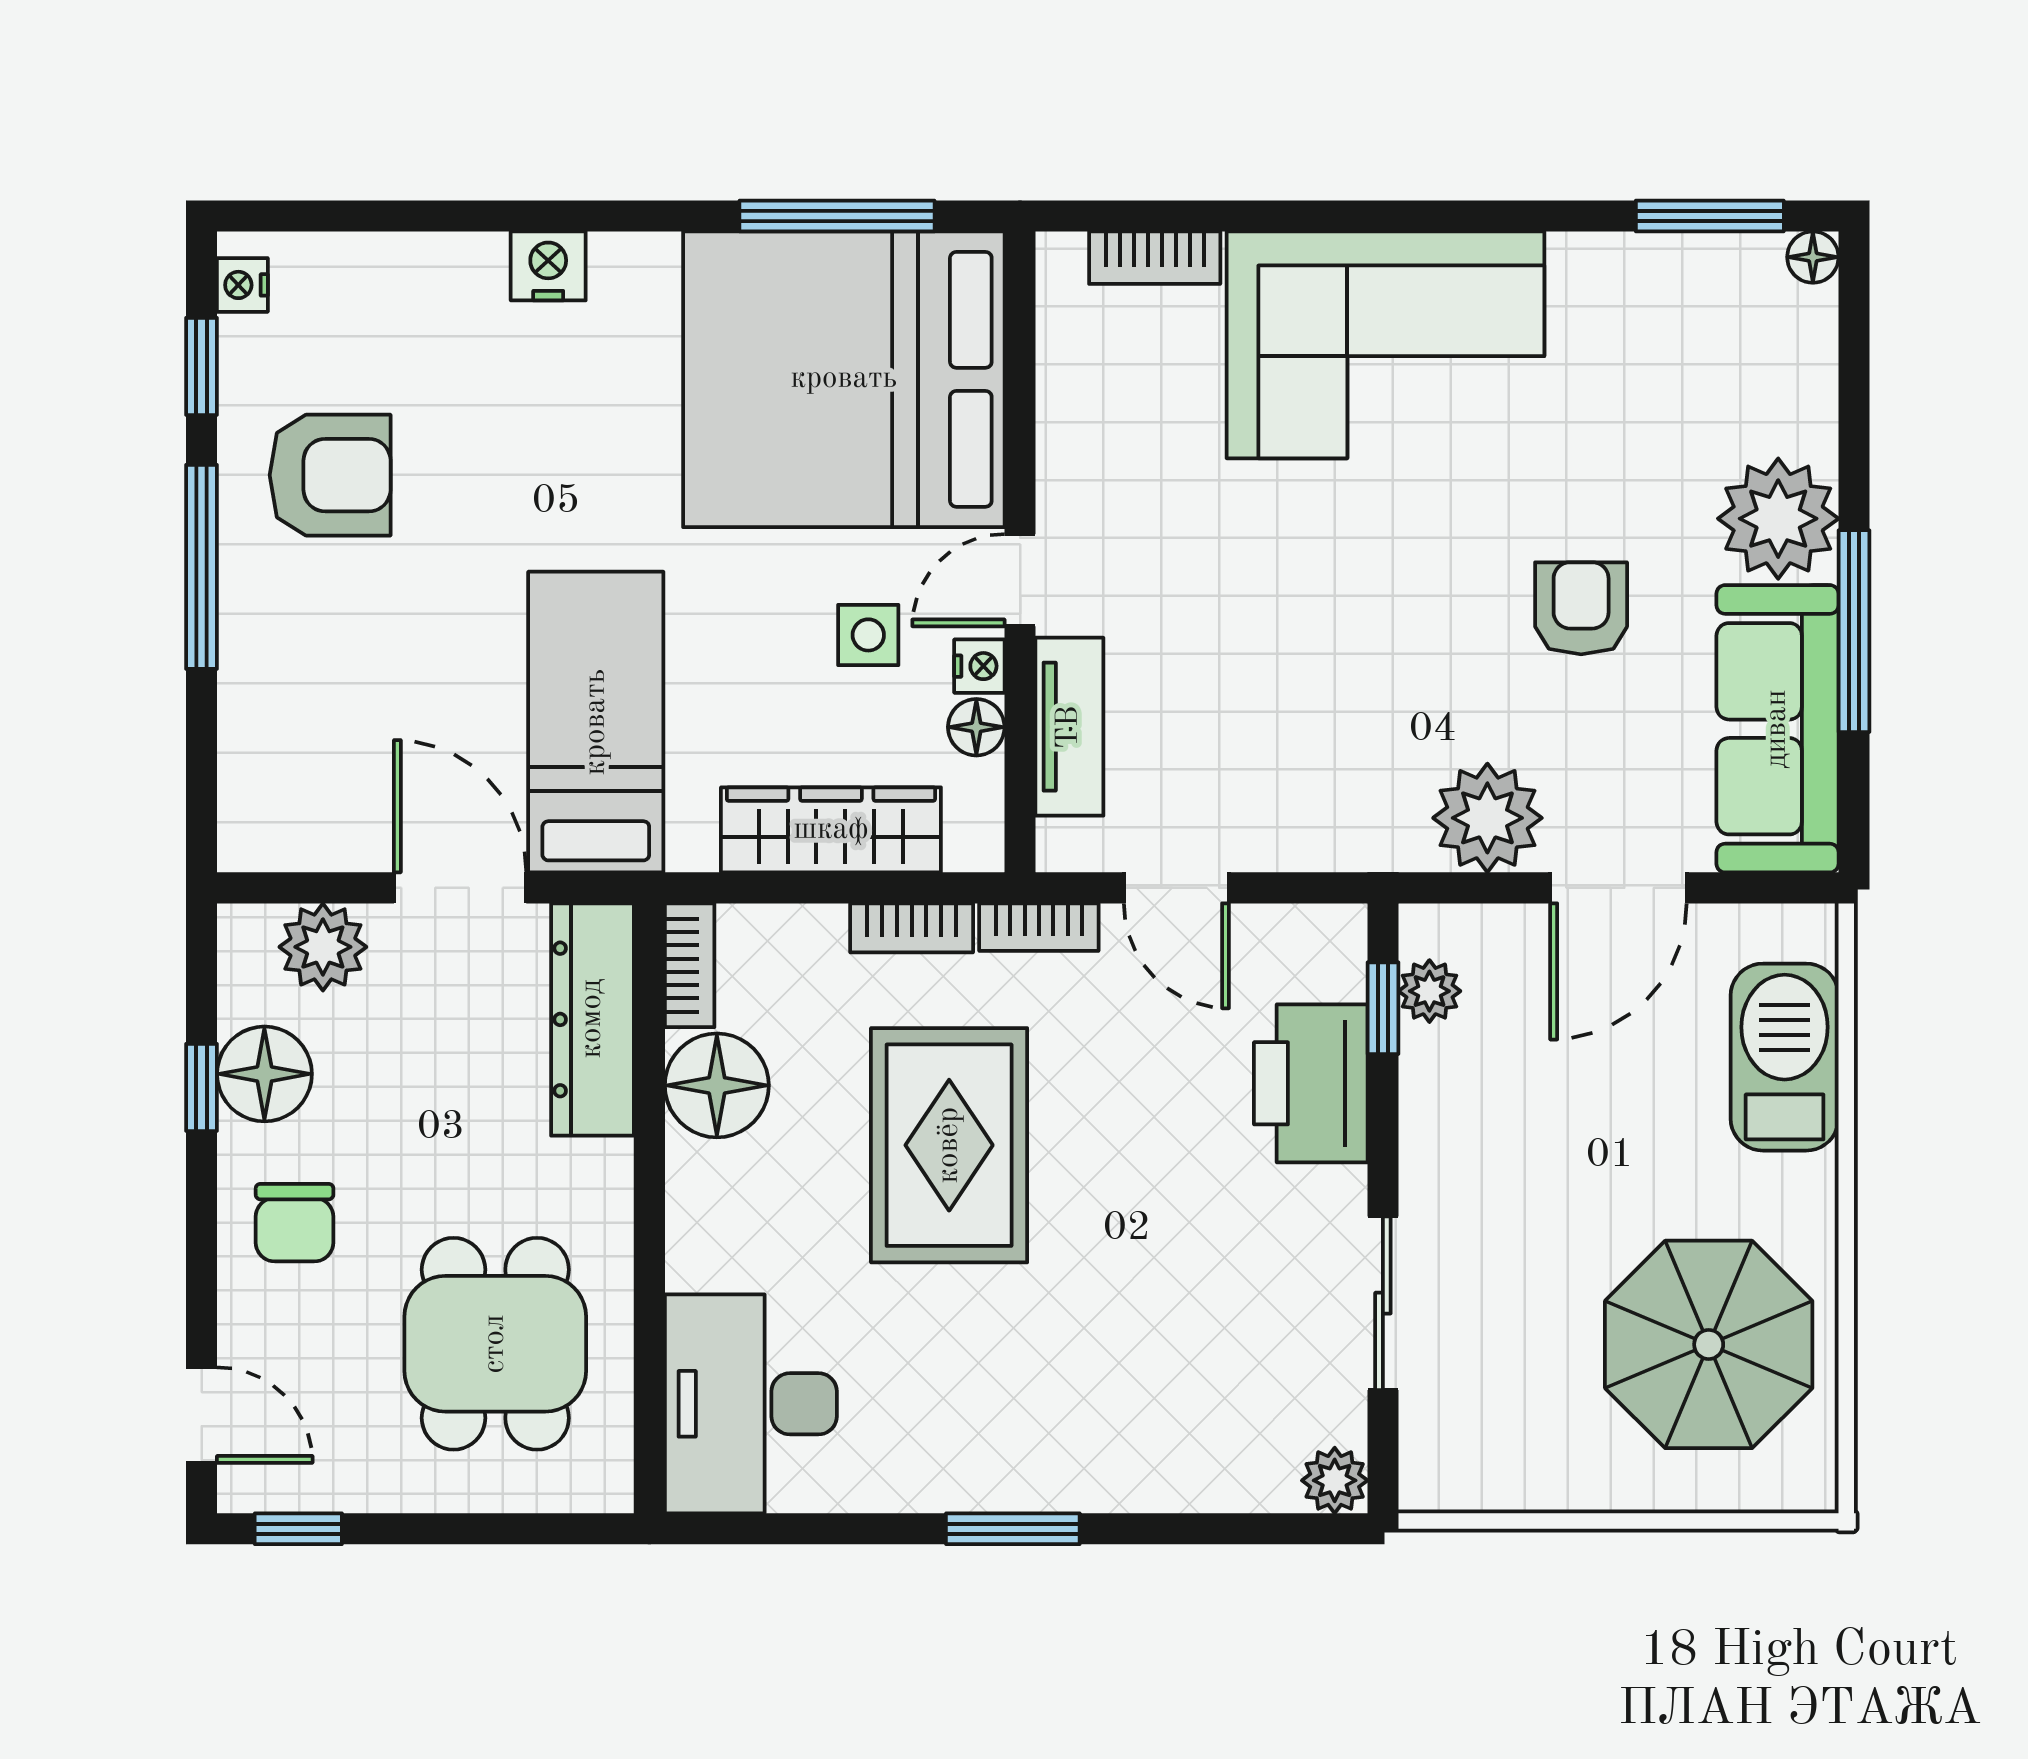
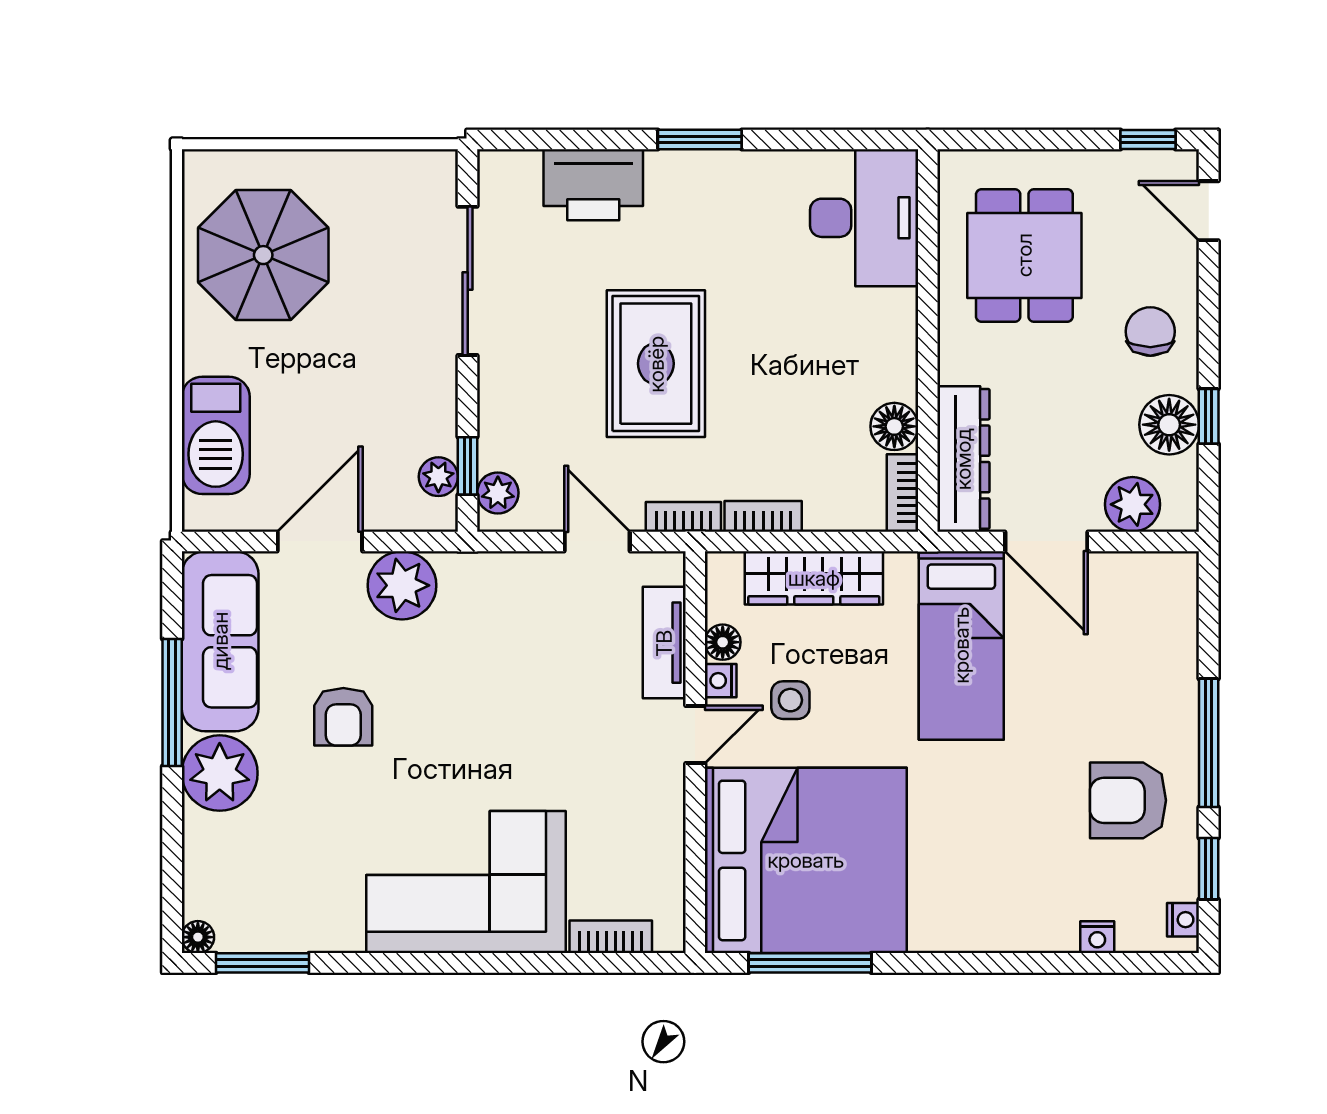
nightstand: (548, 266) -> (1097, 937), moved, width x0.72, depth x0.74
printer: (1311, 1083) -> (593, 185), moved, turned 90
floor lamp: (717, 1085) -> (894, 426), width x0.73, depth x0.73
rug: (949, 1145) -> (656, 364), moved
sliding door: (1383, 1303) -> (468, 281), width x1.37
plant: (1335, 1480) -> (498, 493), moved

